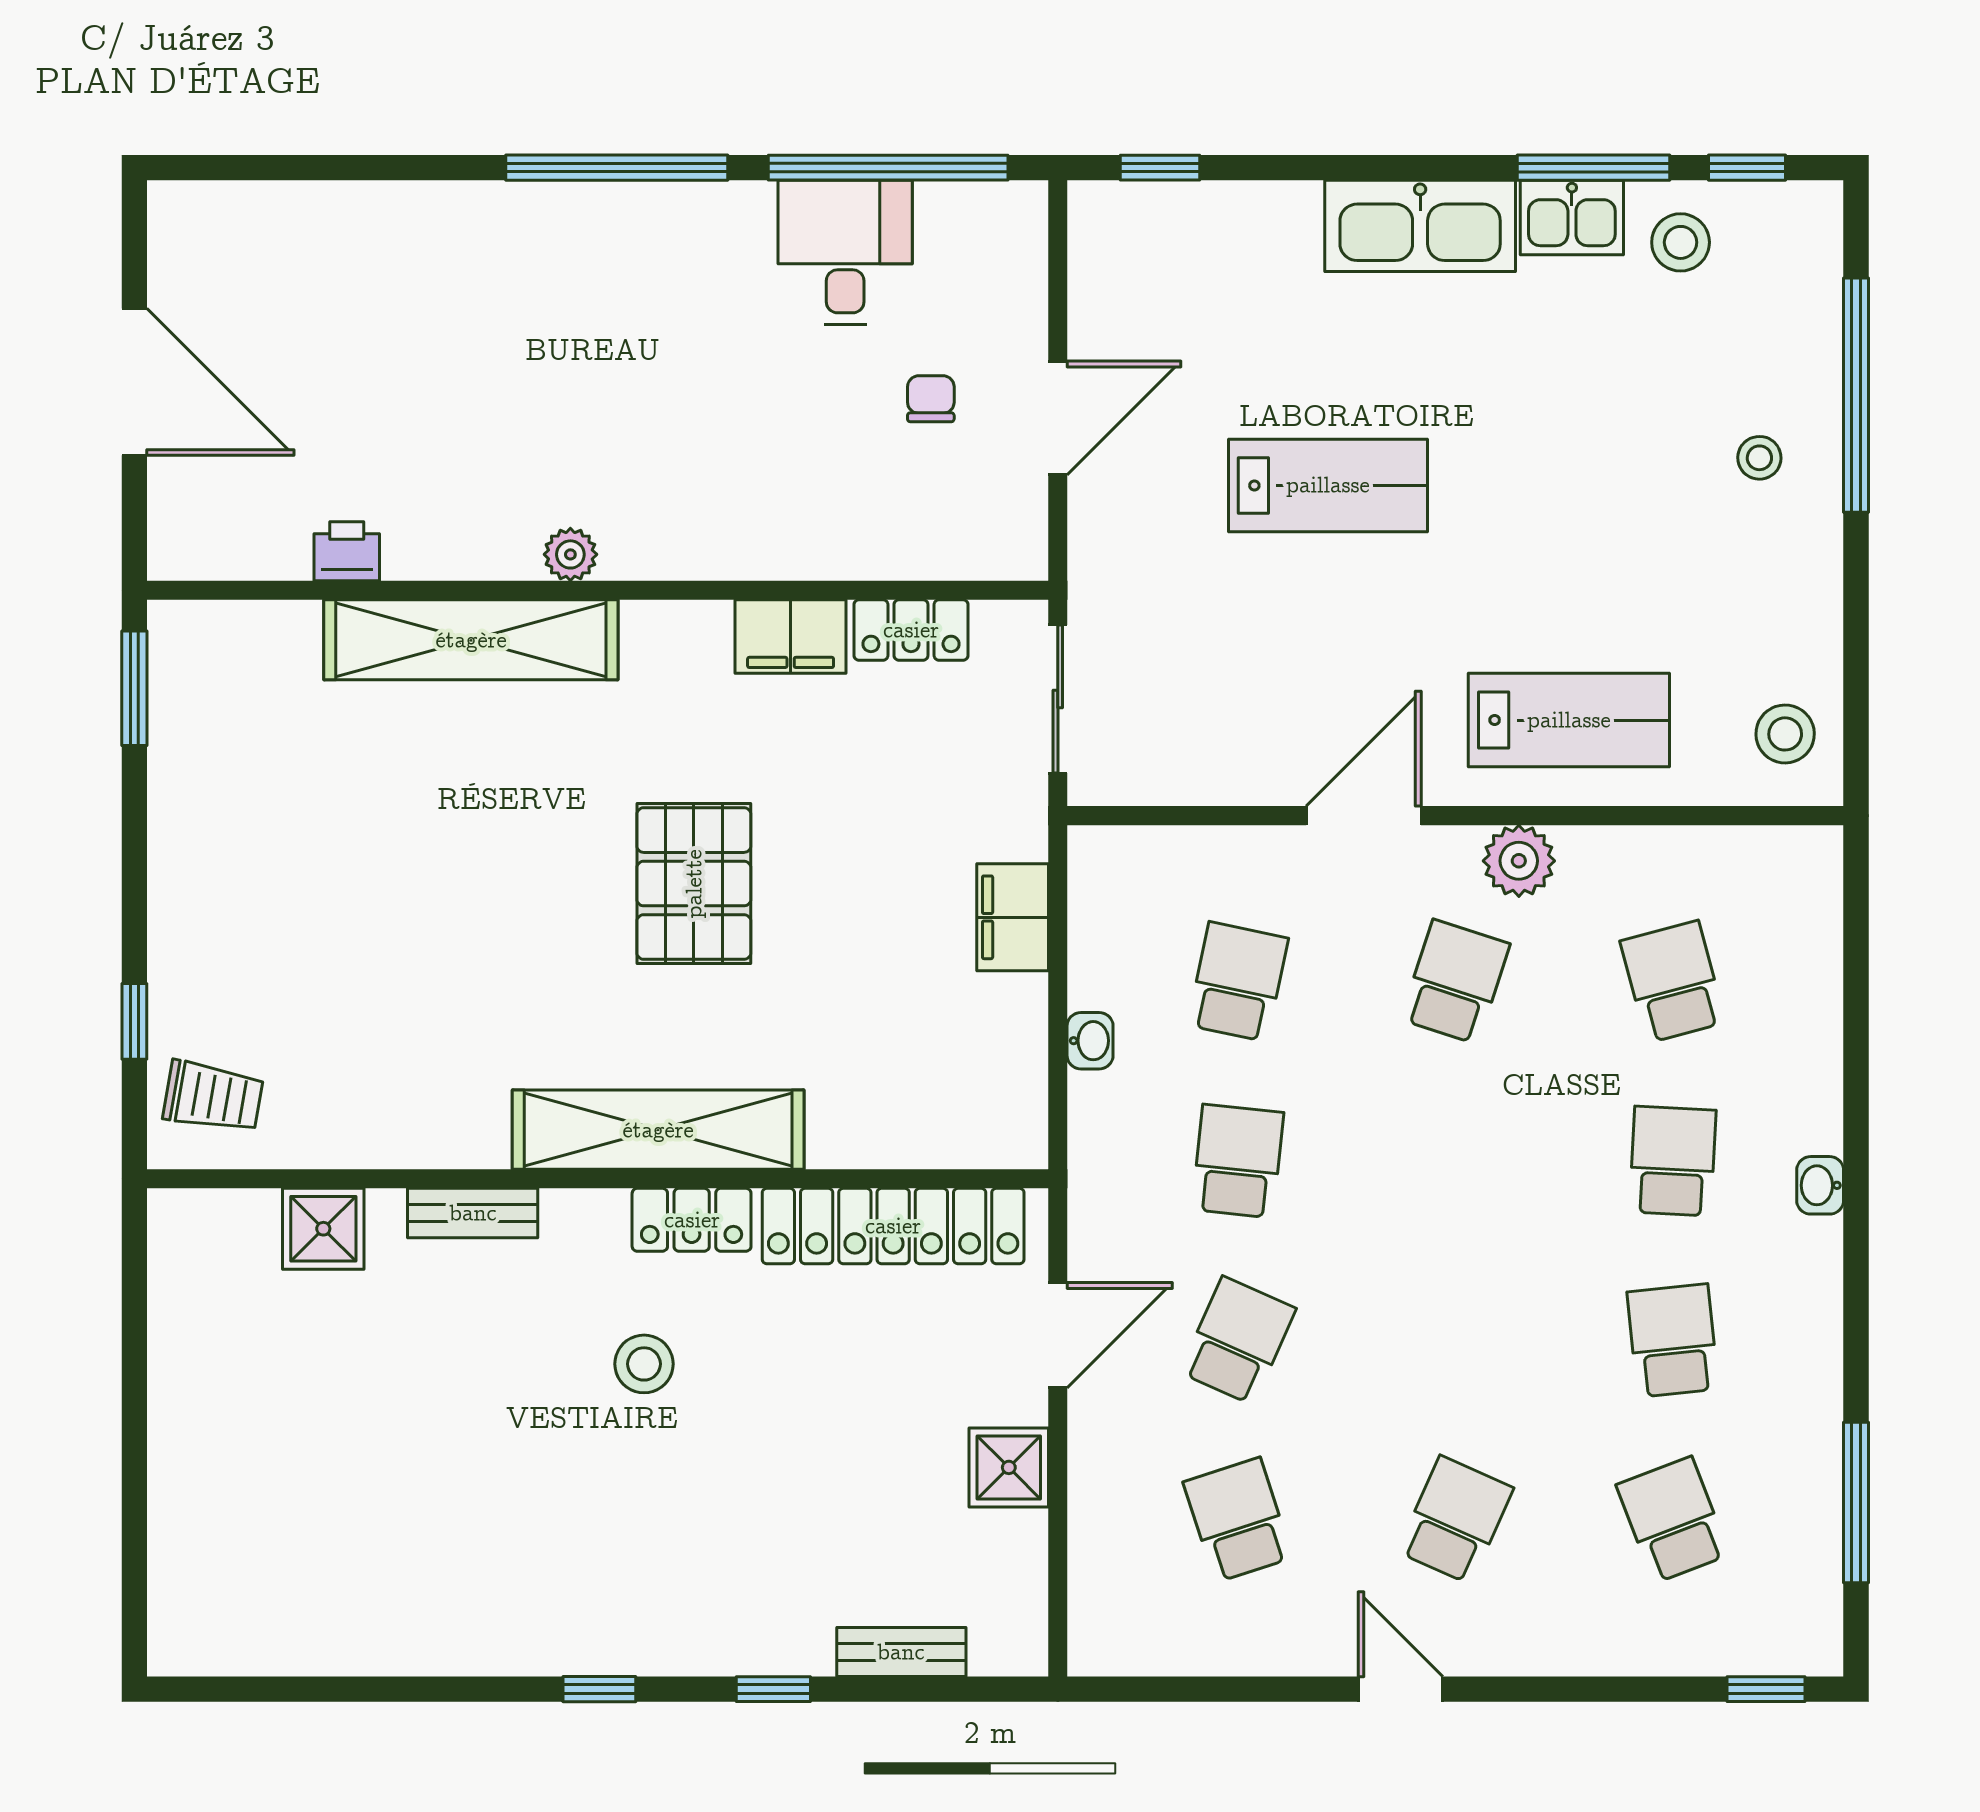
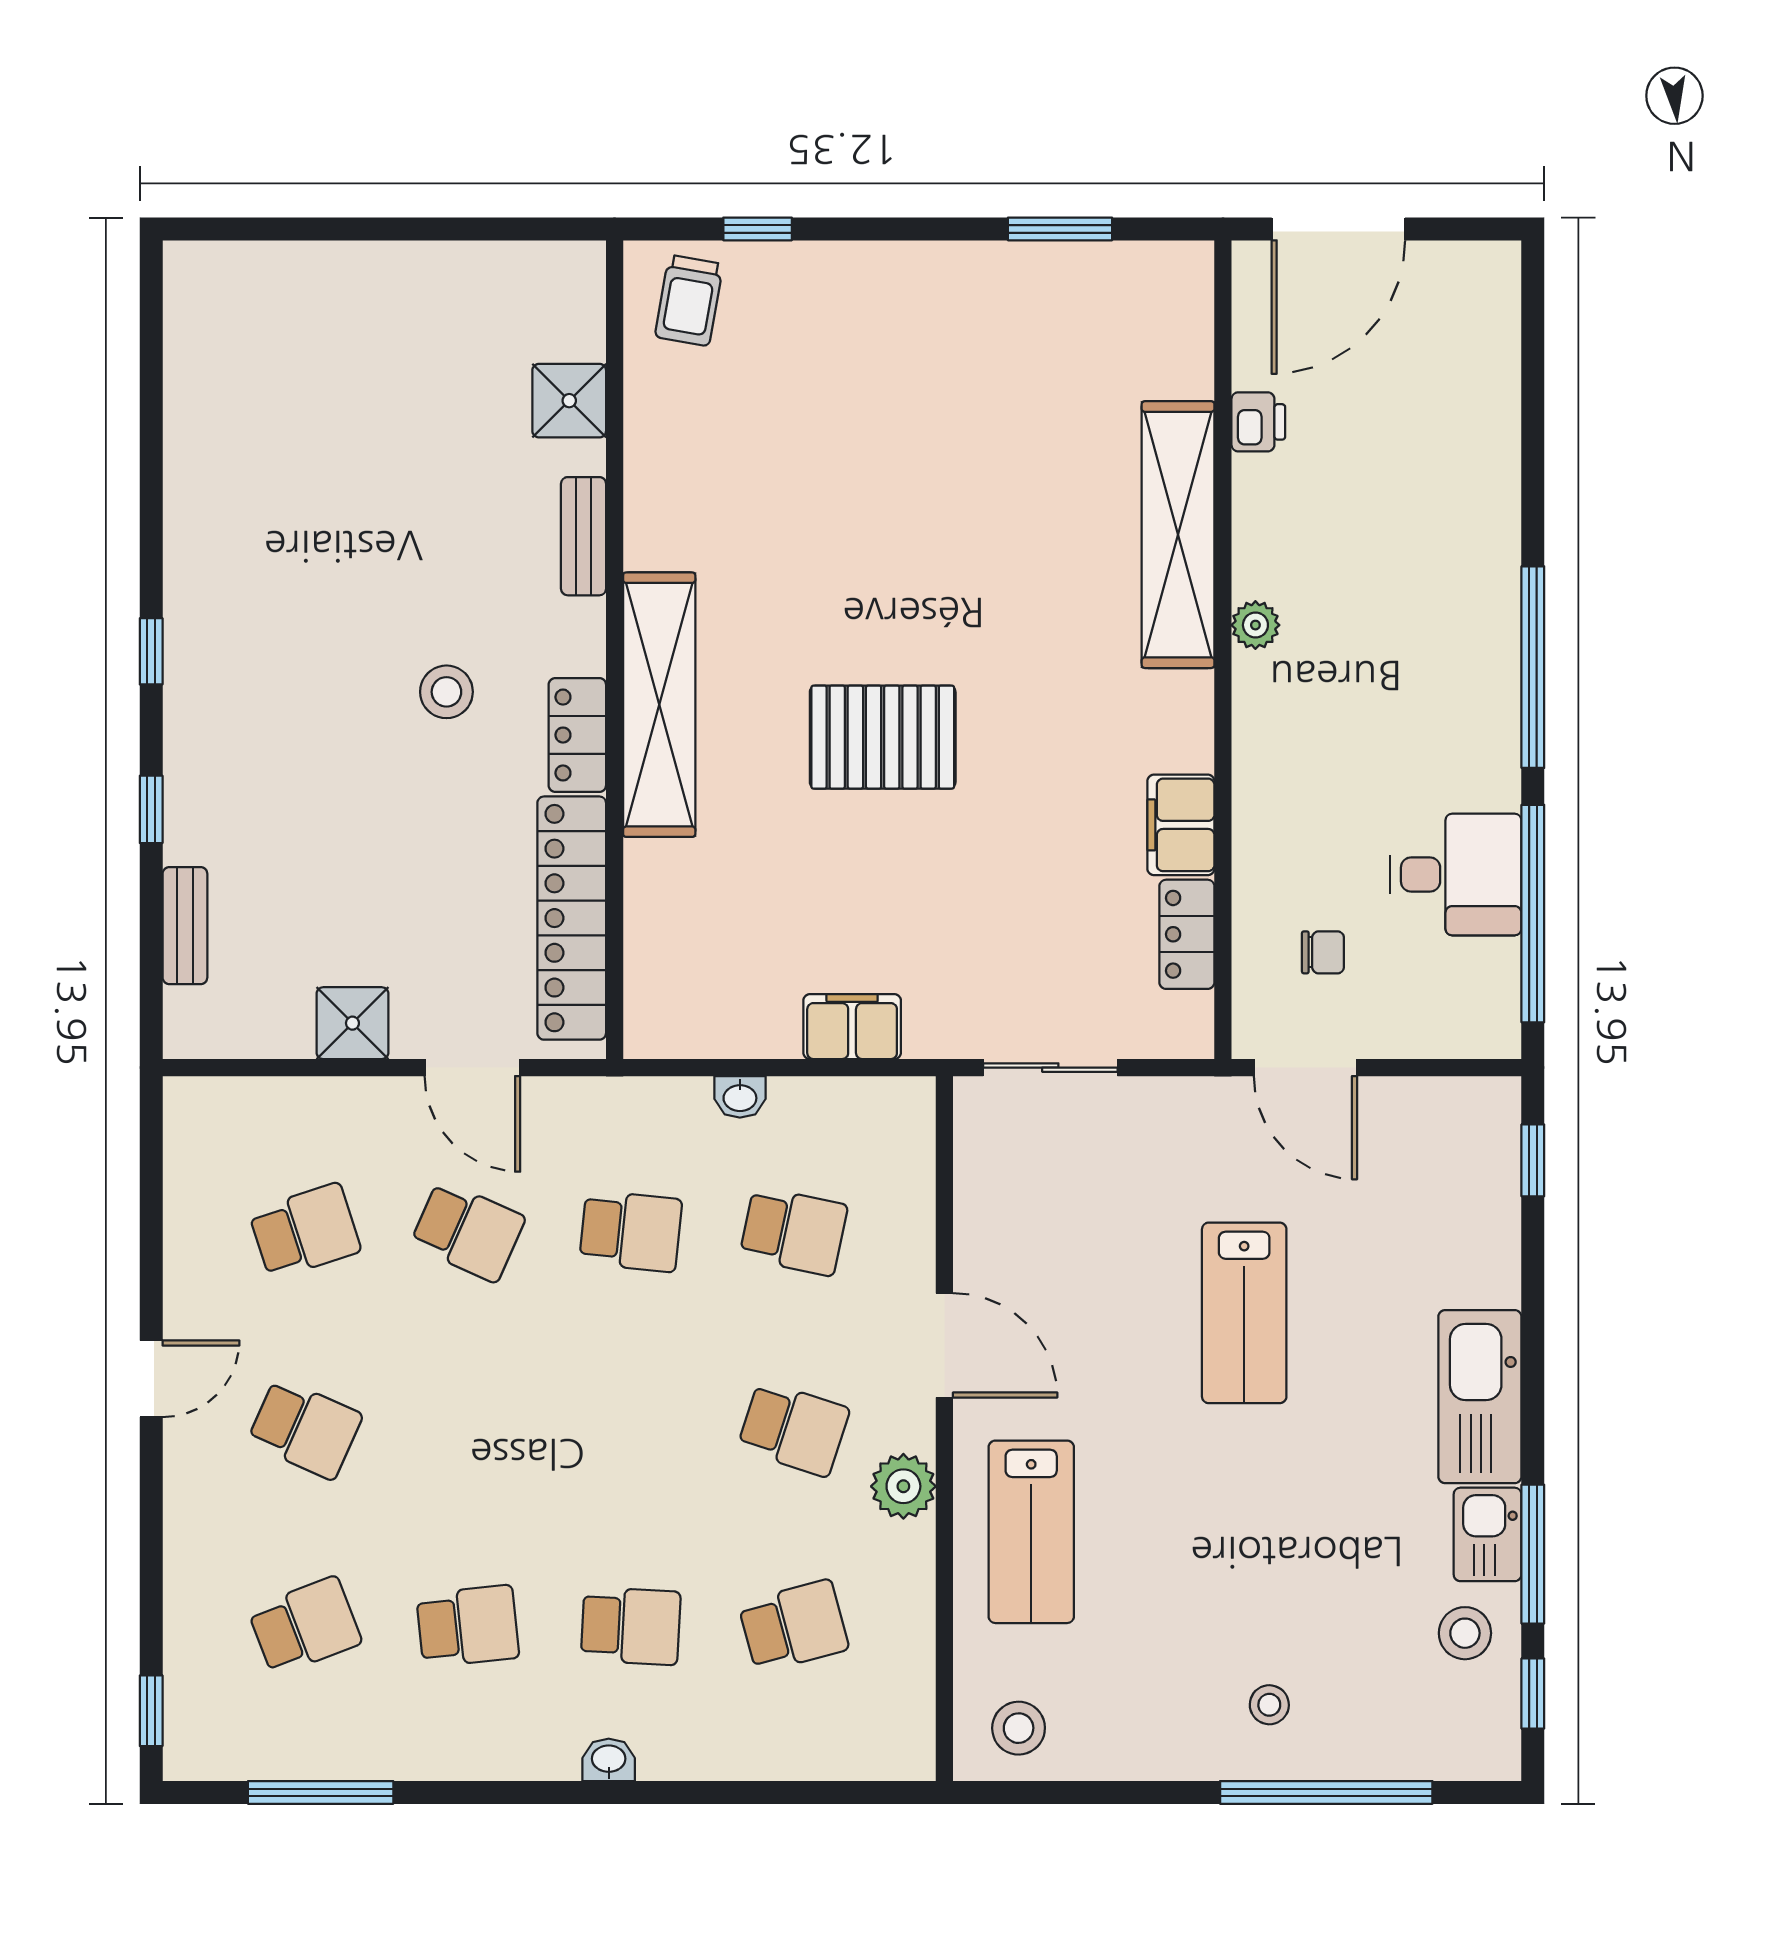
printer: (347, 551) -> (1258, 422), moved
plant: (570, 554) -> (1255, 625), moved
wall: (598, 590) -> (1223, 650), moved
locker: (911, 630) -> (1187, 934), moved
filing cabinet: (791, 637) -> (1181, 825), moved
shelving: (471, 640) -> (1178, 535), moved

